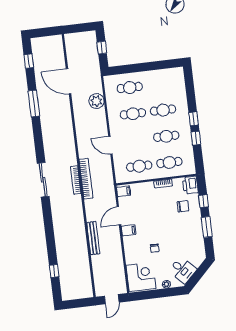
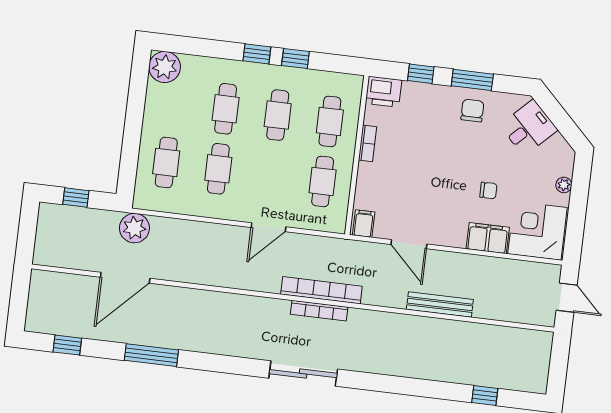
plant: (176, 75) -> (165, 67), added
plant: (96, 101) -> (134, 228), moved
chair: (183, 206) -> (472, 111), moved
filing cabinet: (129, 230) -> (488, 238), moved, width x2.00
desk: (183, 270) -> (529, 128), moved

